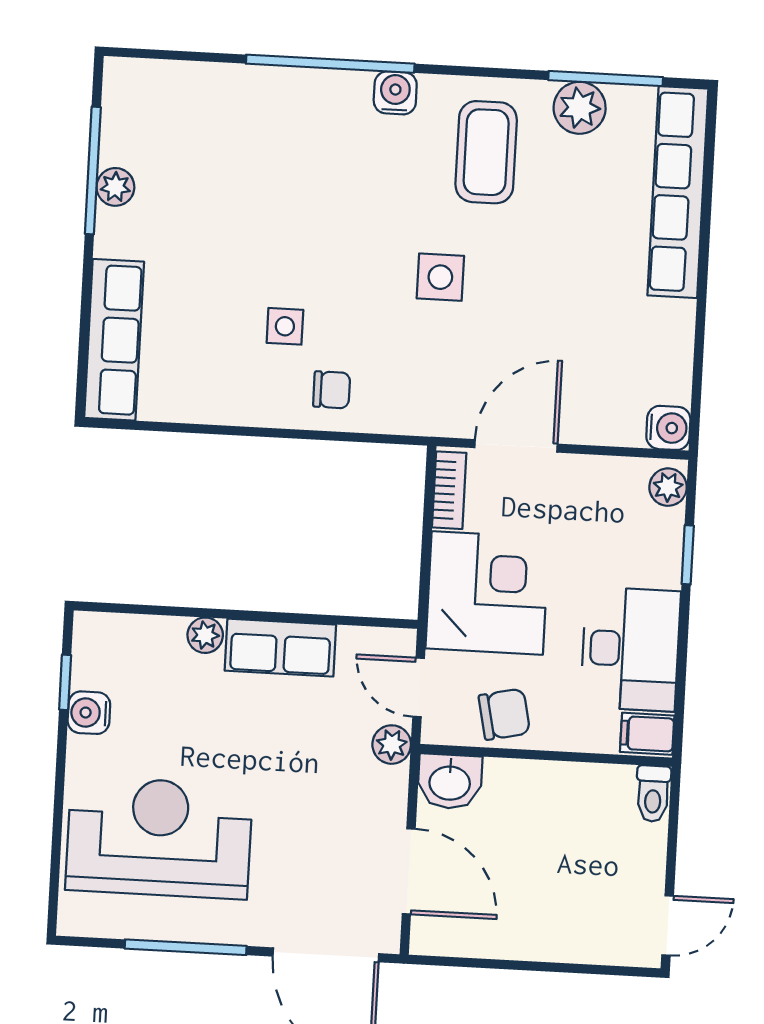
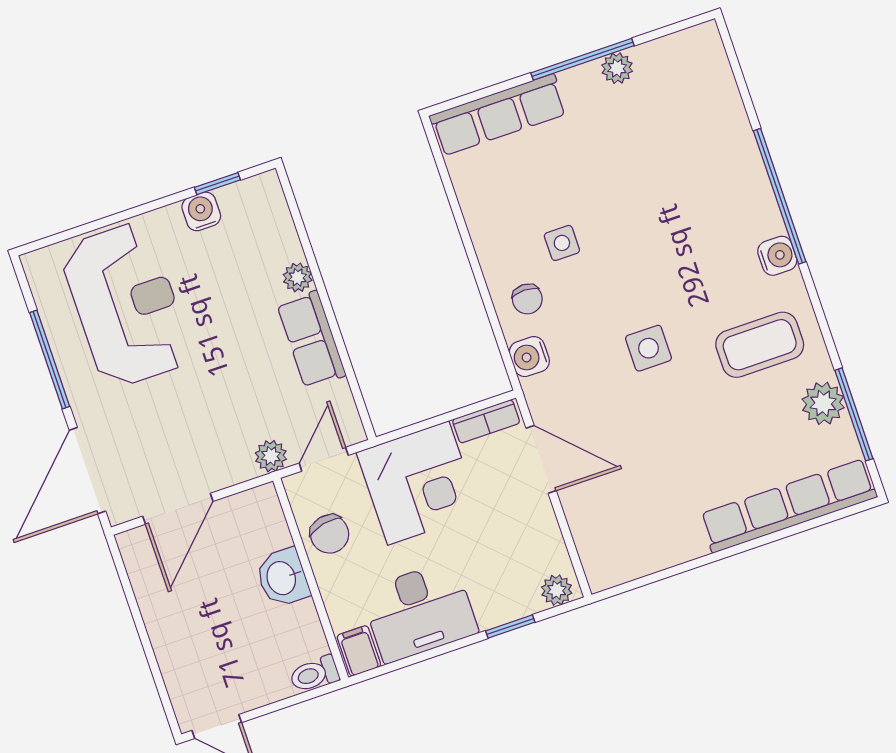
window: (93, 170) -> (583, 59), moved
water cooler: (668, 428) -> (529, 357), moved, turned 90
washbasin: (450, 782) -> (283, 578), moved

